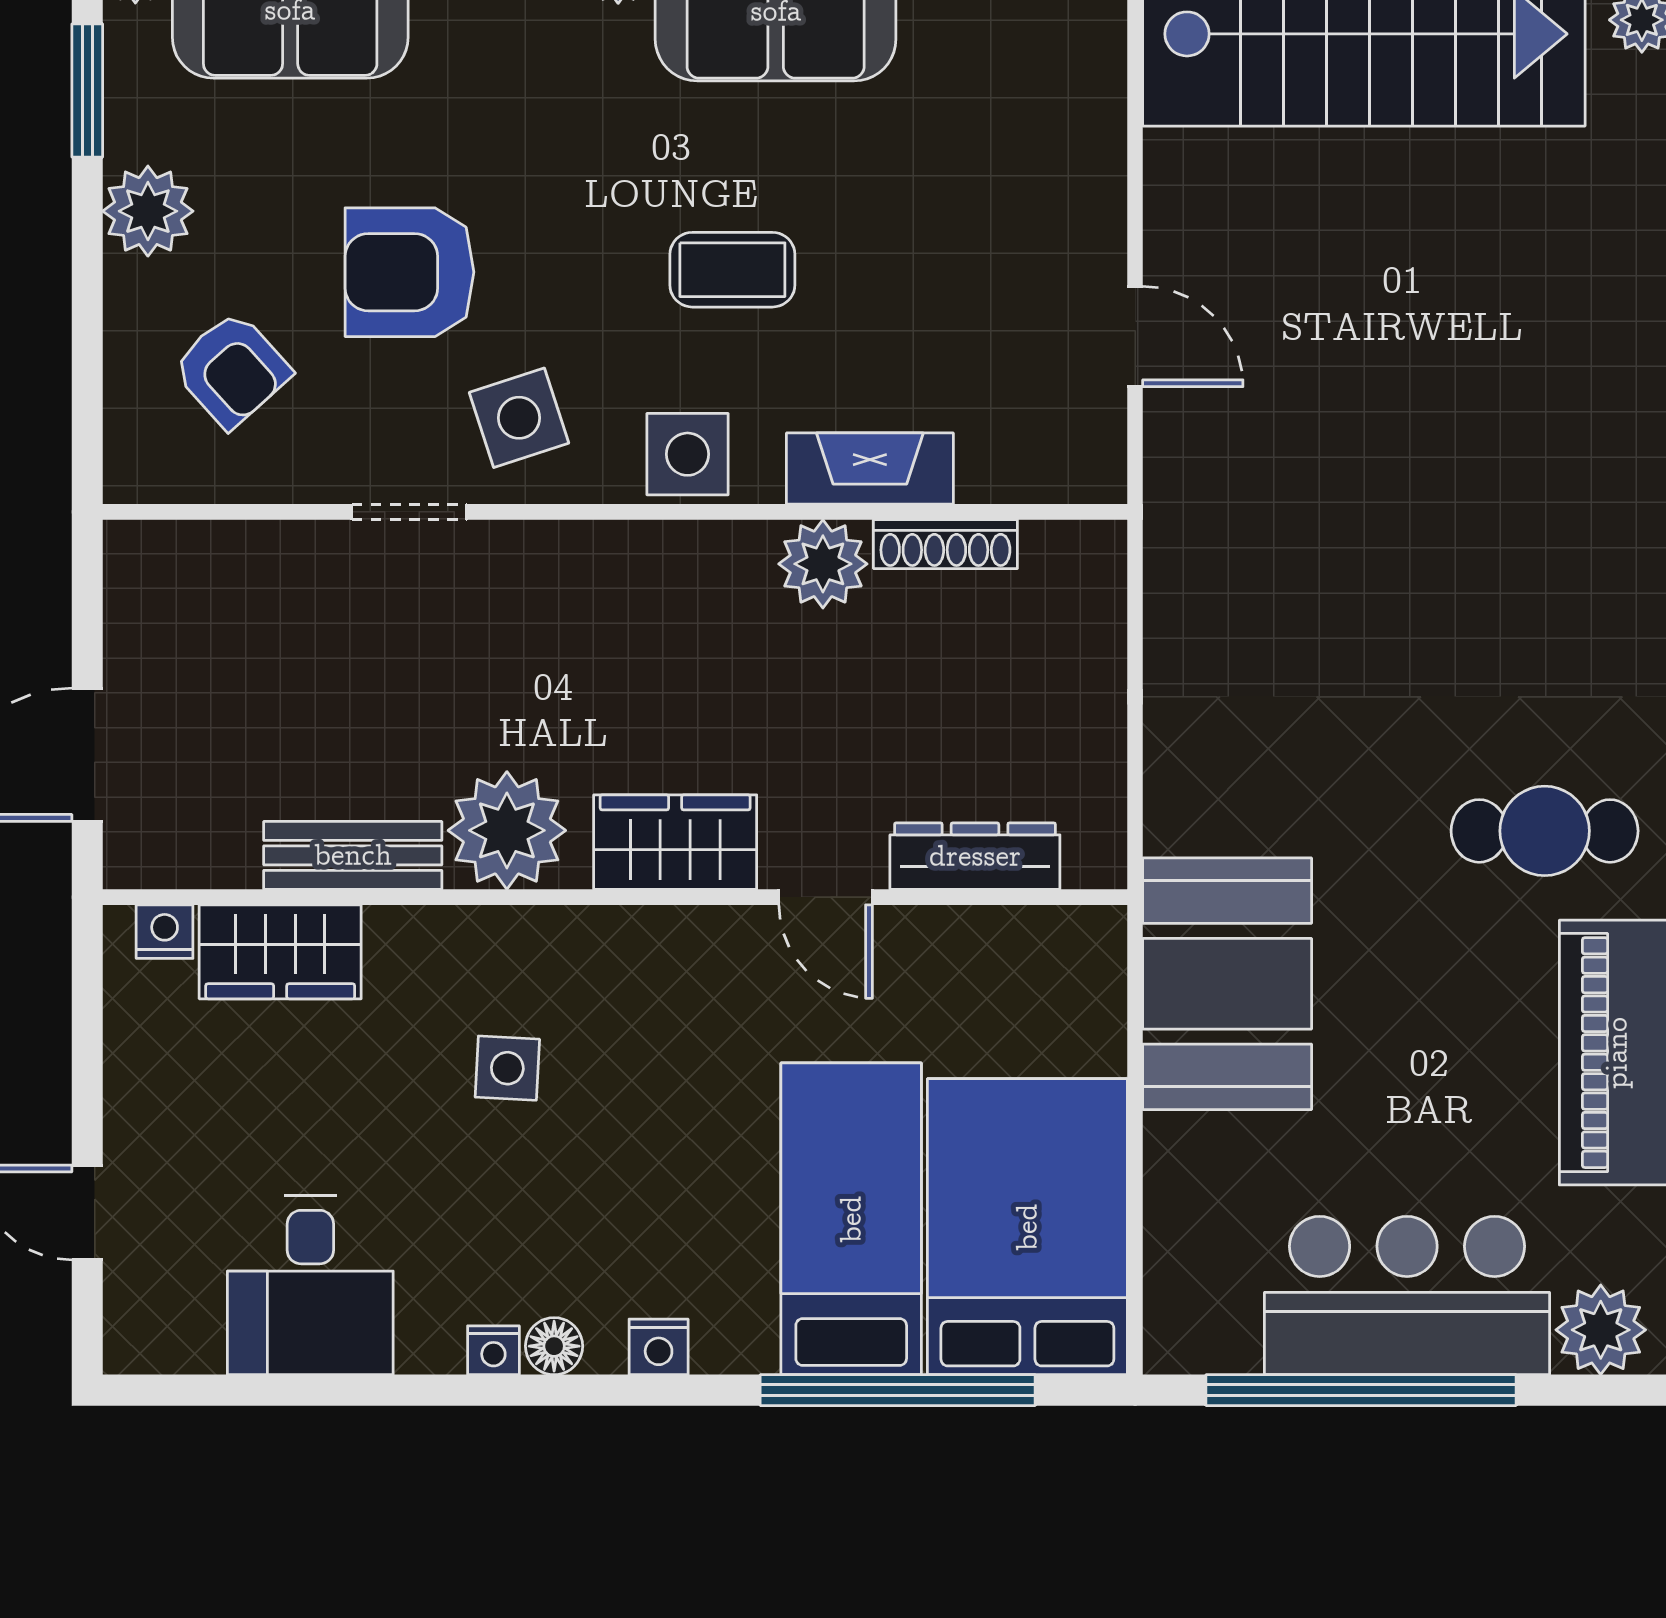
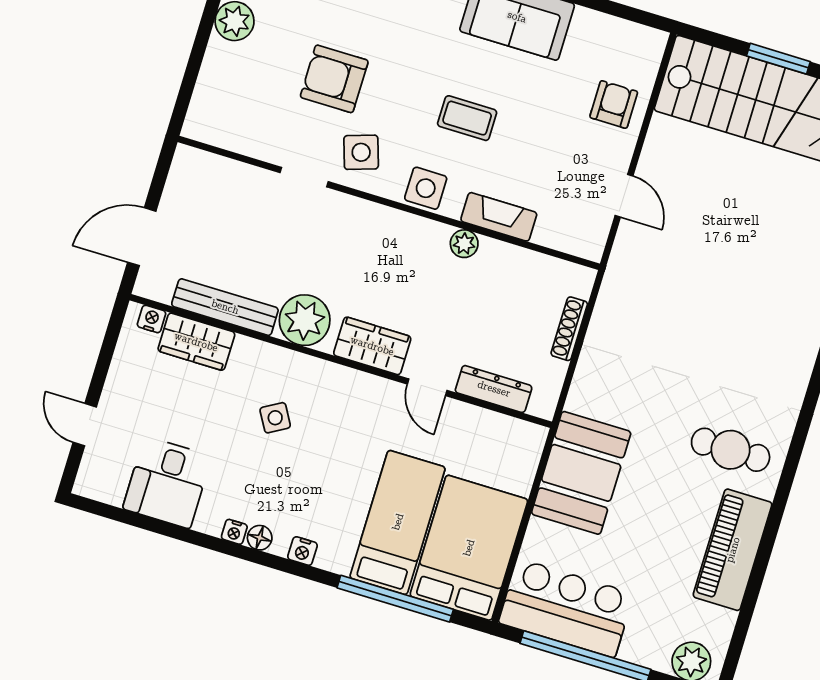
armchair: (232, 370) -> (614, 104), moved, turned -138
shoe rack: (945, 544) -> (569, 329), moved, turned 90
plant: (823, 564) -> (464, 244), width x0.73, depth x0.73
bench: (353, 855) -> (225, 307), width x1.36
side table: (507, 1068) -> (275, 418), turned -33
bar counter: (1407, 1296) -> (566, 608), moved

